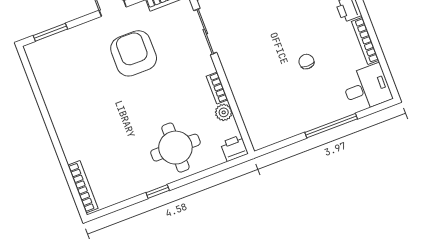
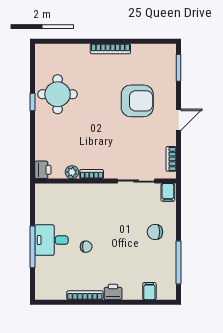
armchair: (134, 53) -> (137, 101), moved
desk: (367, 88) -> (51, 240), moved, turned 90
round table: (175, 148) -> (58, 94), moved
bookcase: (83, 187) -> (110, 49), moved

